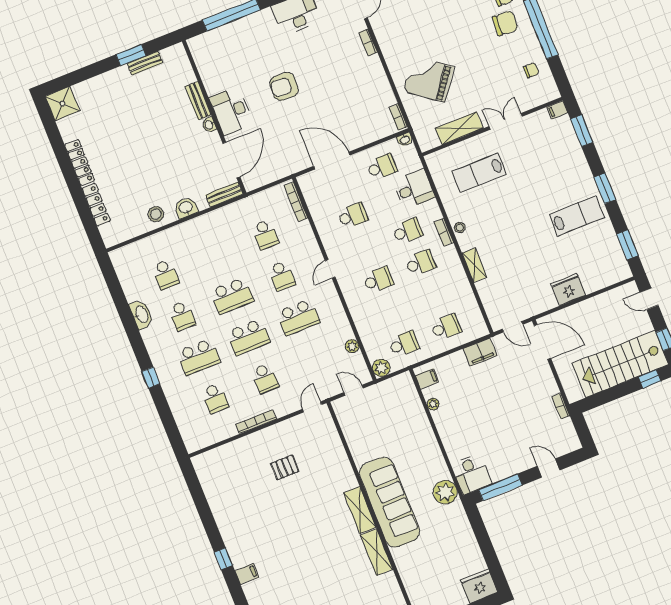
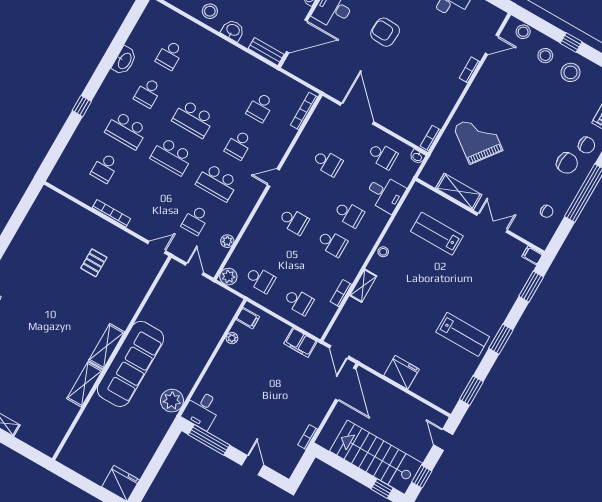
bookcase: (444, 232) -> (341, 293), moved
school desk: (265, 378) -> (195, 220), moved
pallet: (285, 467) -> (94, 263), turned 90

